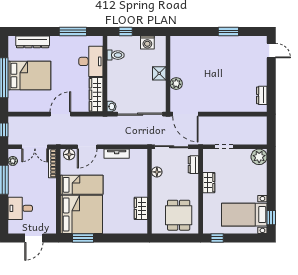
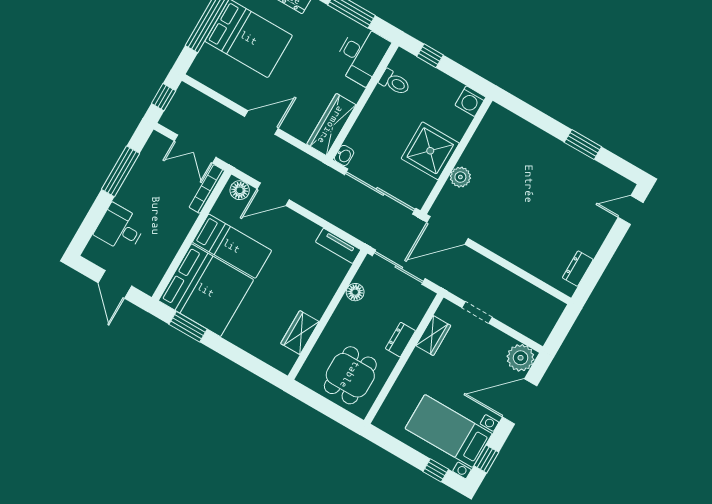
washing machine: (147, 42) -> (470, 101), moved
door: (271, 50) -> (631, 210), swing flipped
desk: (91, 61) -> (361, 55), moved
shower: (159, 73) -> (430, 151), width x1.86, depth x1.86
door: (185, 114) -> (448, 230), hinge flipped
tv unit: (117, 154) -> (338, 246), moved
plant: (13, 161) -> (150, 151), removed
dresser: (193, 165) -> (400, 340), moved
door: (271, 179) -> (520, 402), added
wardrobe: (209, 183) -> (433, 336), moved
door: (34, 238) -> (115, 284), hinge flipped
window: (217, 238) -> (436, 470), moved

